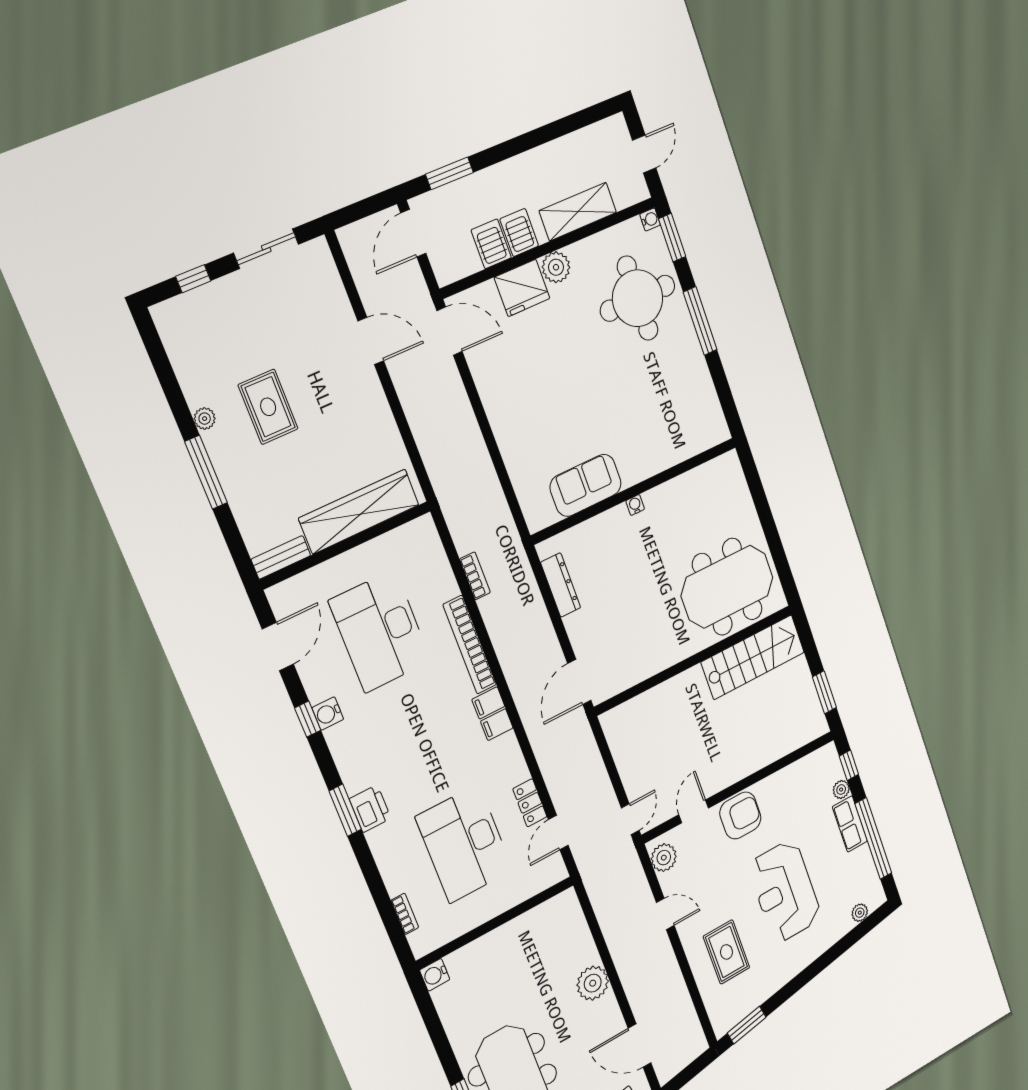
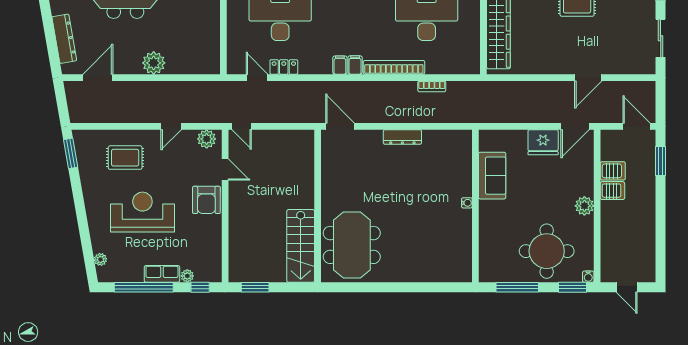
shelving: (578, 212) -> (610, 232), removed
fridge: (522, 288) -> (543, 142), moved, turned -90
sofa: (586, 485) -> (492, 176), moved
wall: (635, 491) -> (475, 206), moved
water cooler: (635, 505) -> (467, 203), moved

